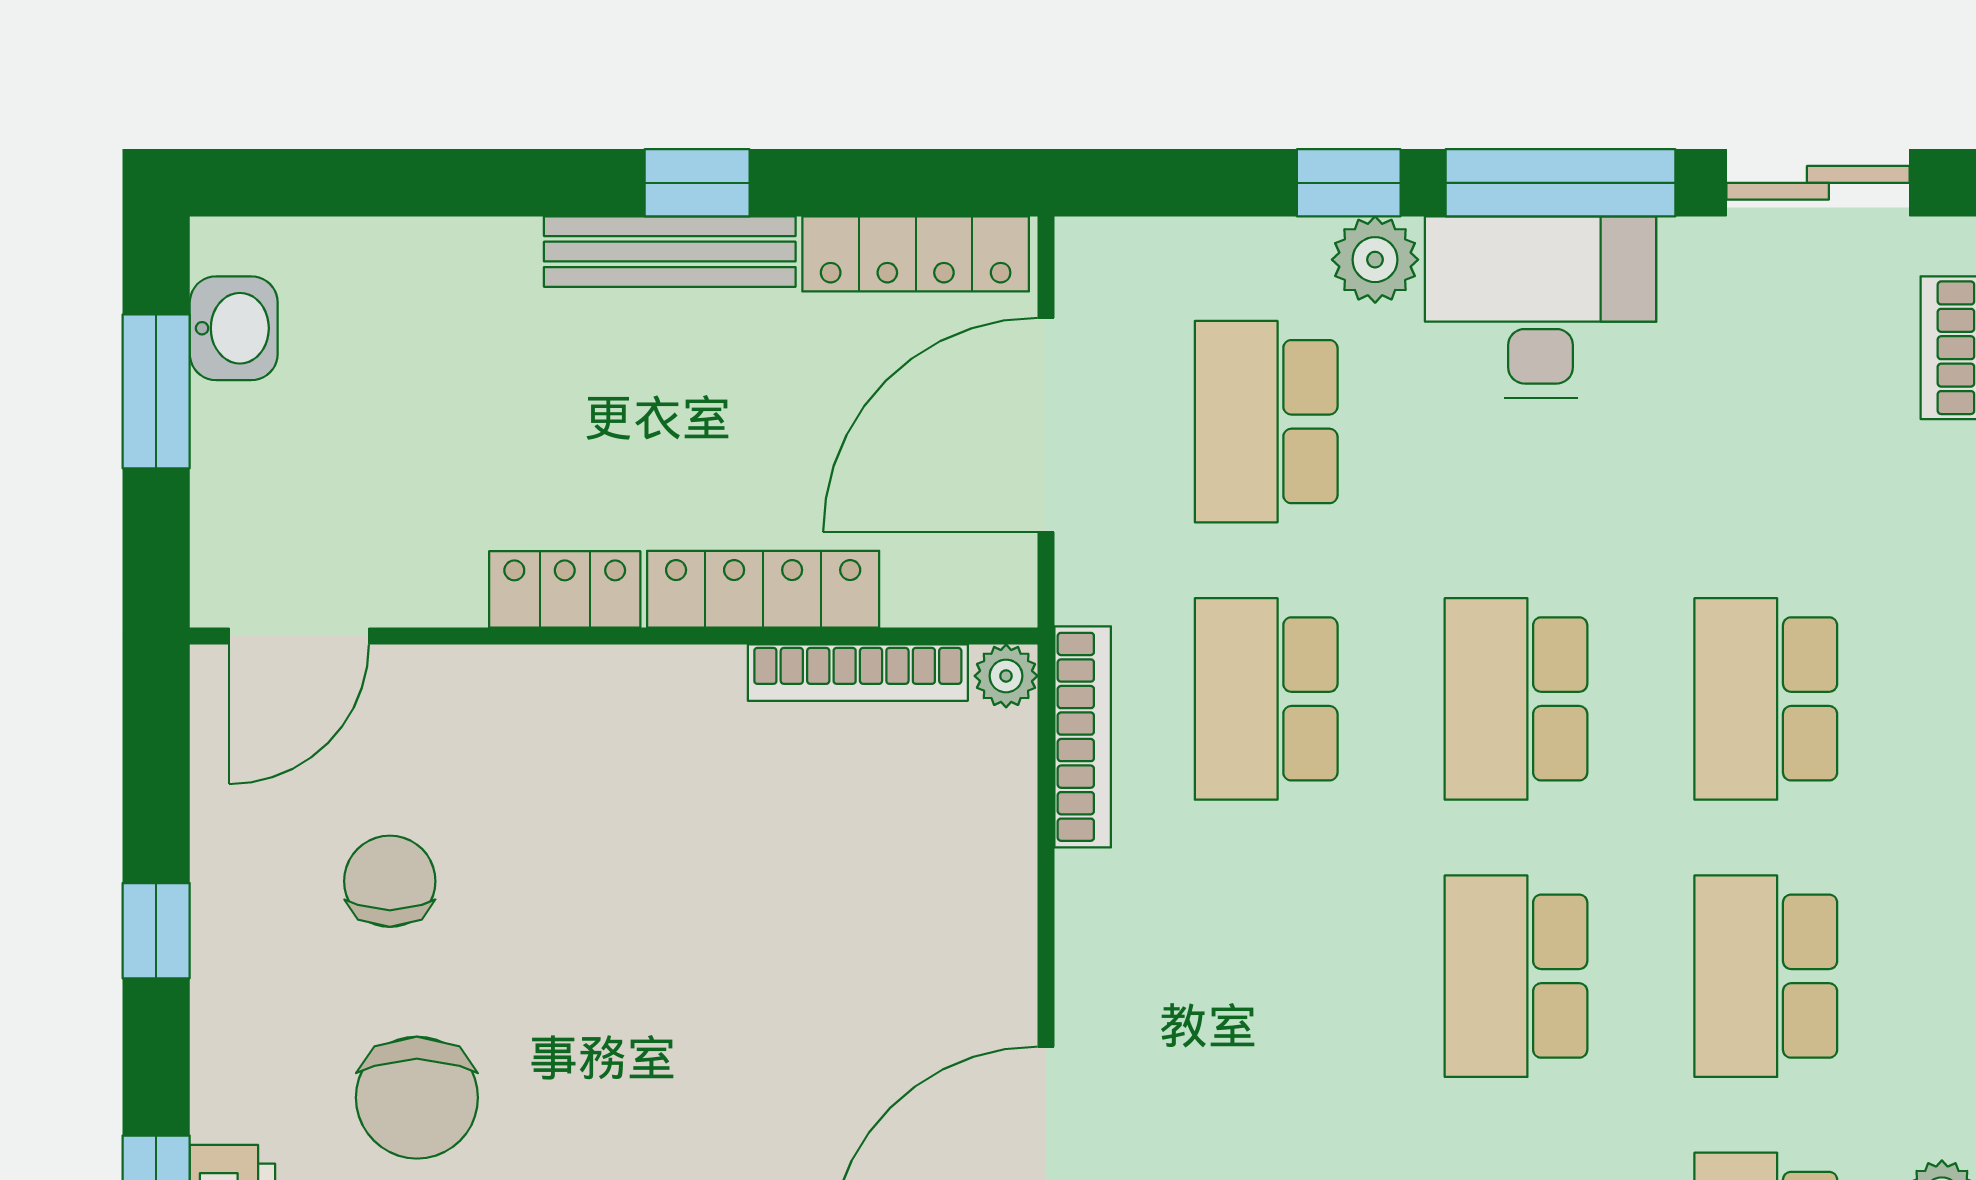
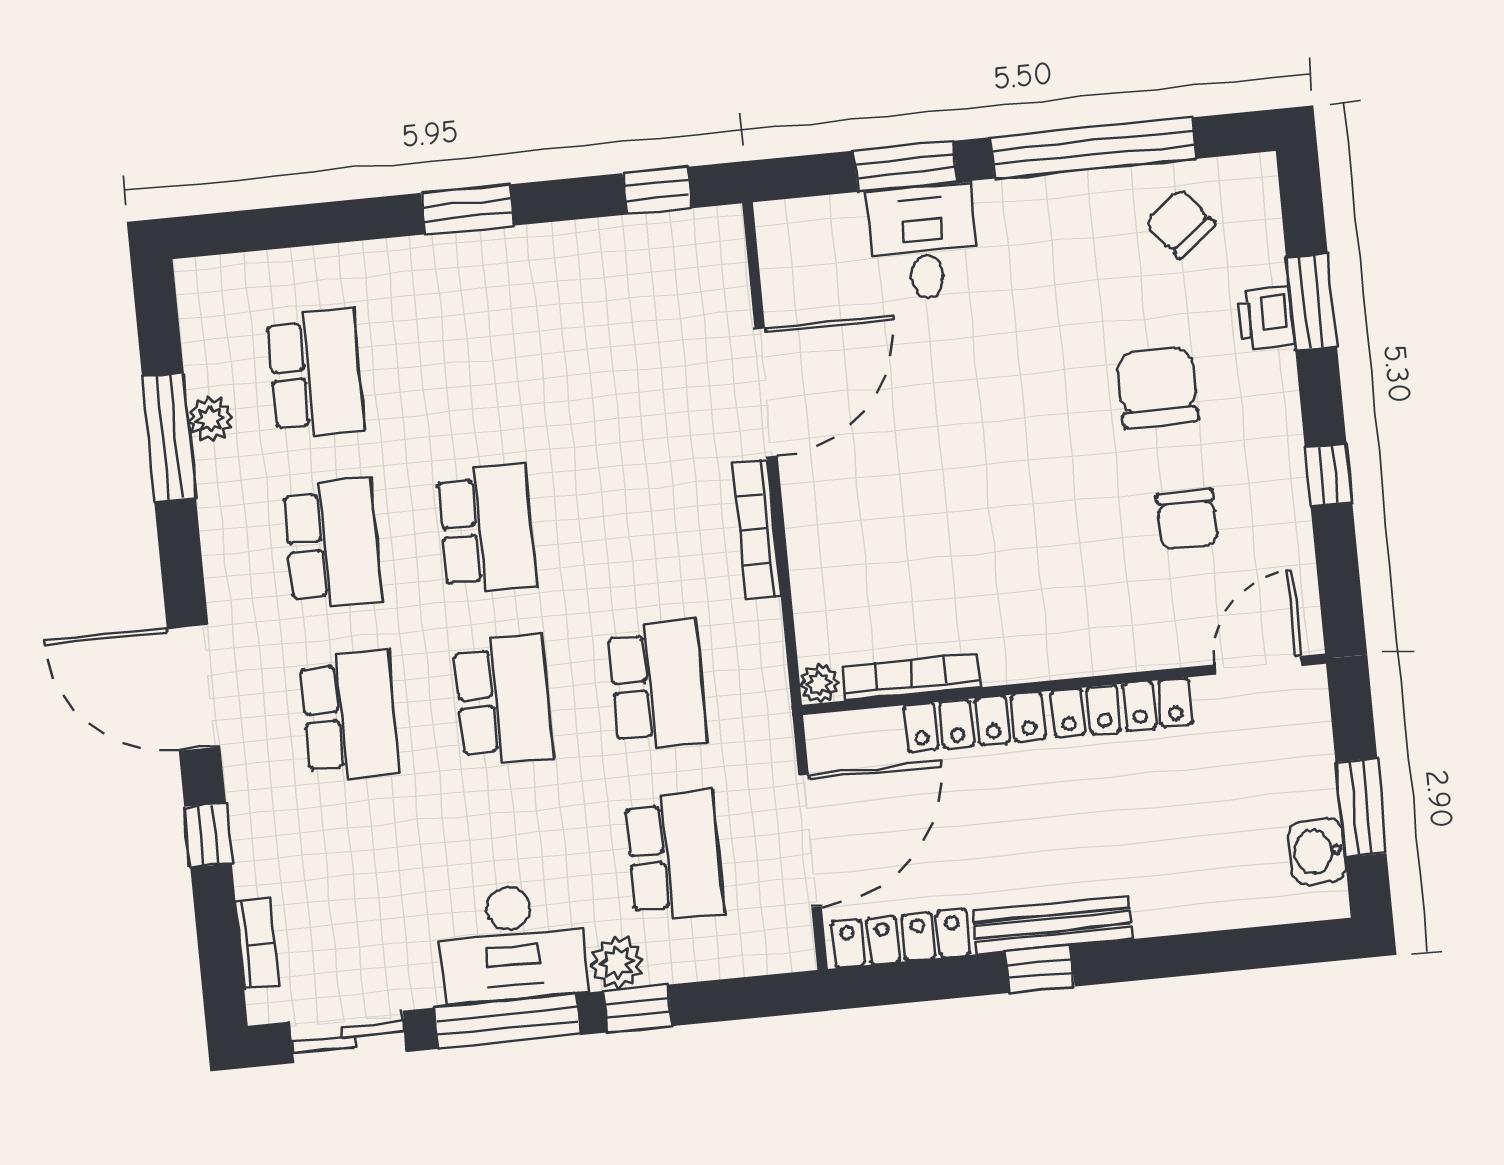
locker: (565, 589) -> (1122, 708), width x1.53
bookcase: (1083, 737) -> (757, 530), moved

